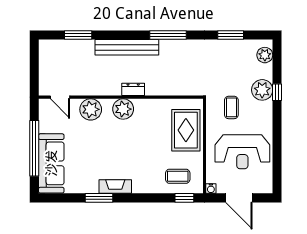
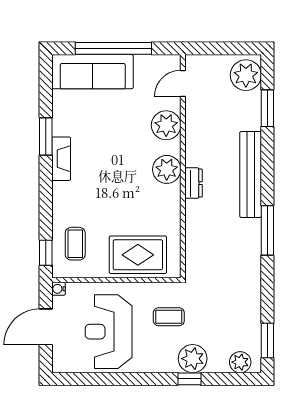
window: (231, 35) -> (267, 340), moved
plant: (54, 51) -> (246, 75), added

